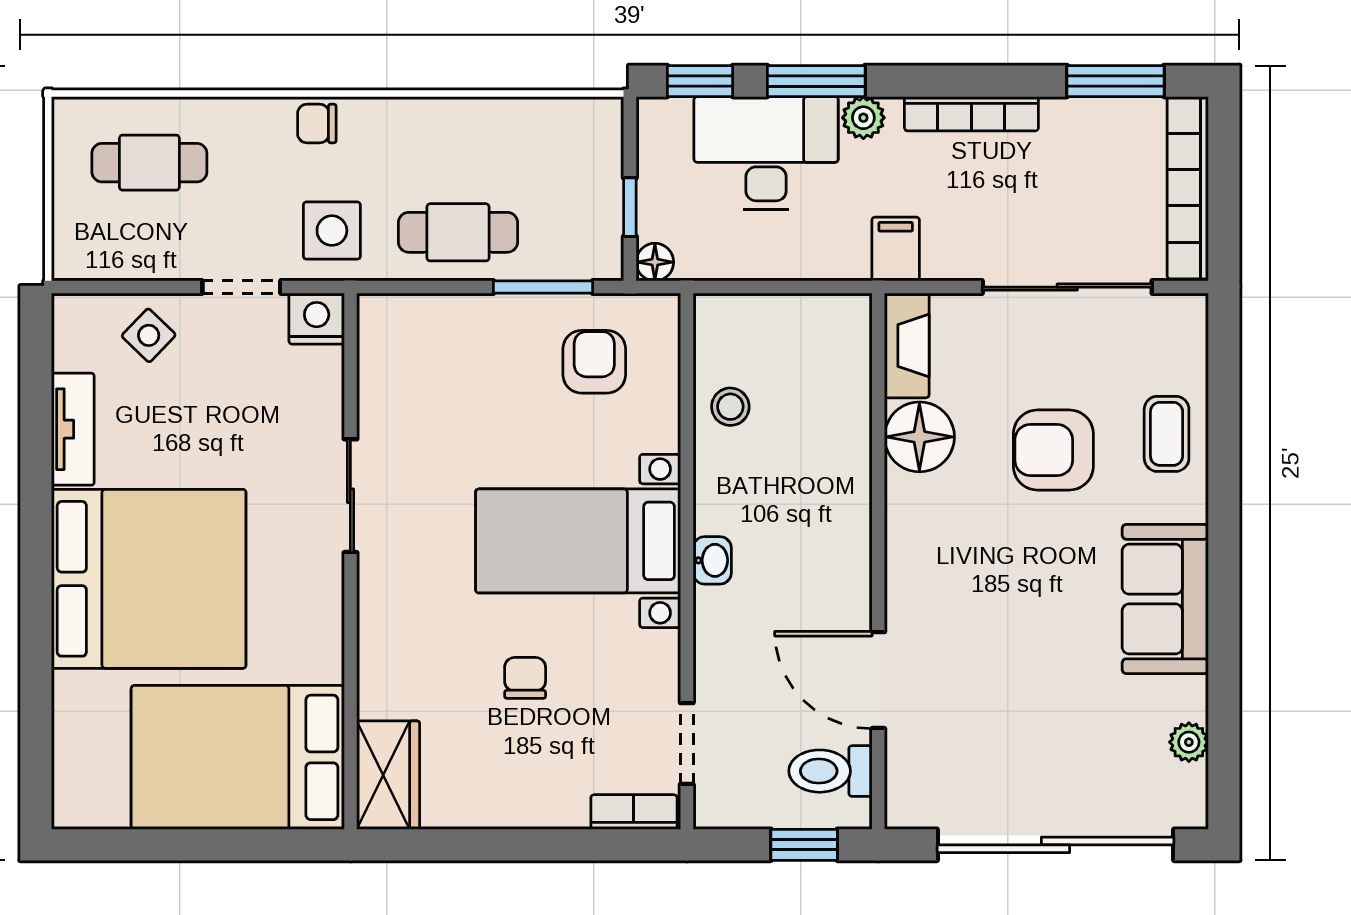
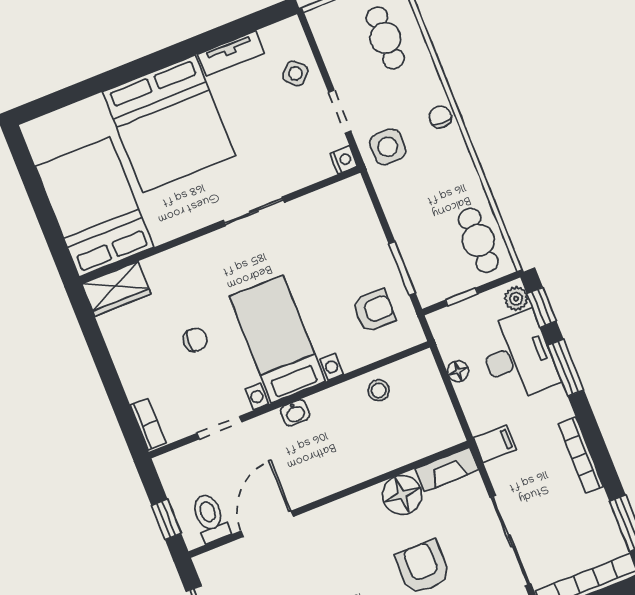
plant: (863, 118) -> (516, 299), moved
cafe table: (458, 232) -> (478, 240), moved
floor lamp: (655, 262) -> (458, 371), moved
nightstand: (317, 319) -> (344, 160), width x0.72, depth x0.74
doorway: (687, 743) -> (219, 428), moved

